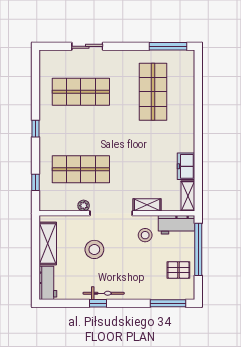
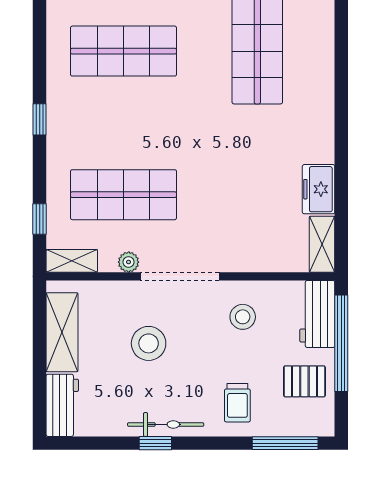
shelving: (147, 205) -> (72, 261), moved
workbench: (177, 225) -> (317, 314), moved, turned 90
trolley: (142, 282) -> (237, 403), added

